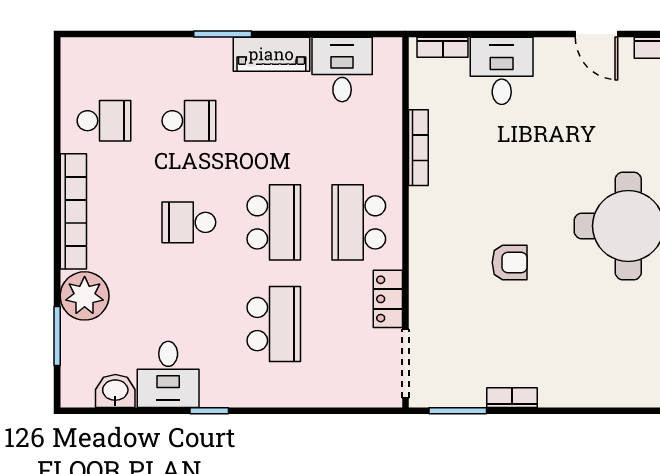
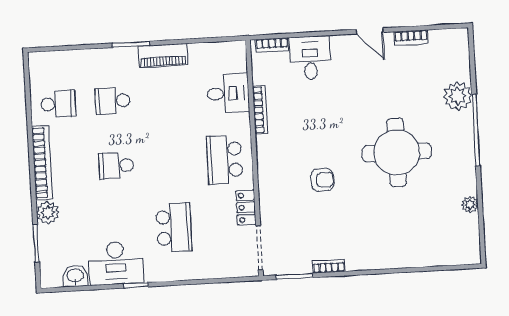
desk: (342, 69) -> (228, 93), moved, turned 90
school desk: (189, 121) -> (113, 101), turned 180
school desk: (274, 222) -> (170, 163), removed
plant: (85, 296) -> (48, 212), width x0.73, depth x0.73
desk: (168, 374) -> (116, 263), width x1.37

